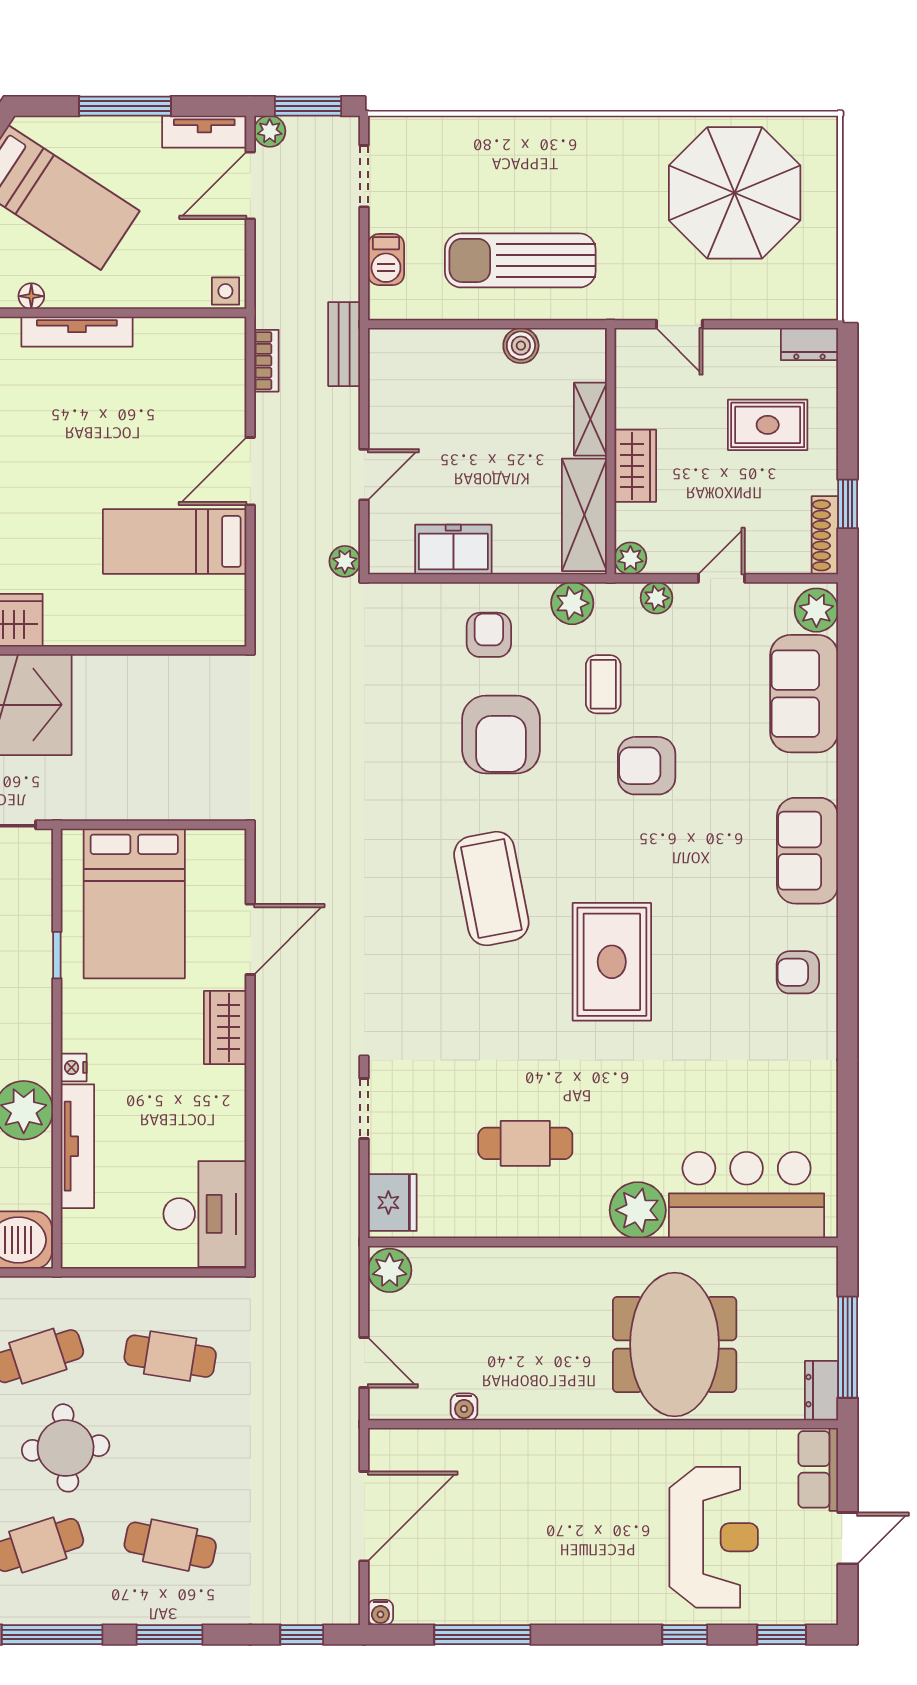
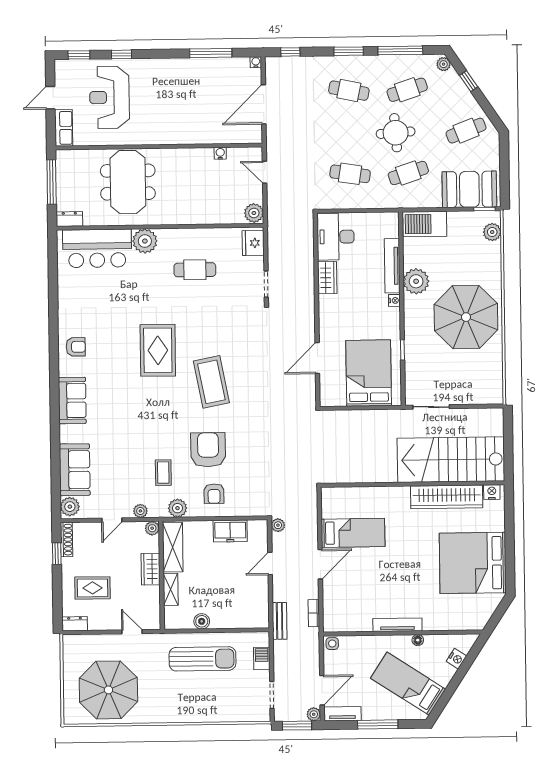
armchair: (647, 766) -> (144, 437), removed
wardrobe: (225, 1027) -> (327, 278), moved
dresser: (821, 1391) -> (69, 219), moved, turned -90

